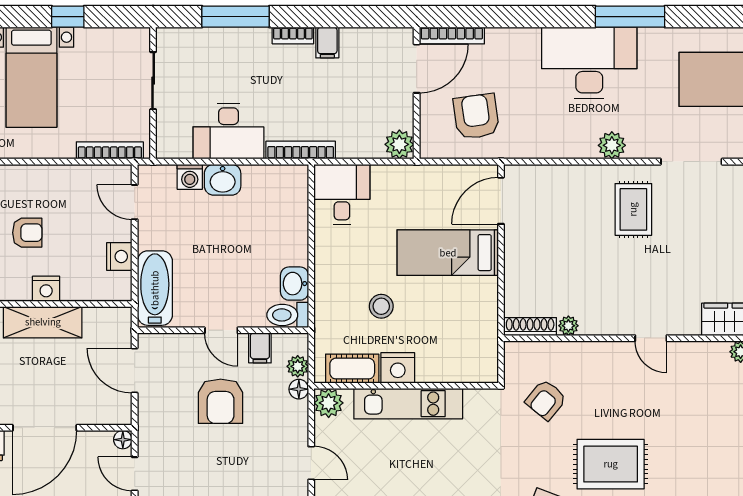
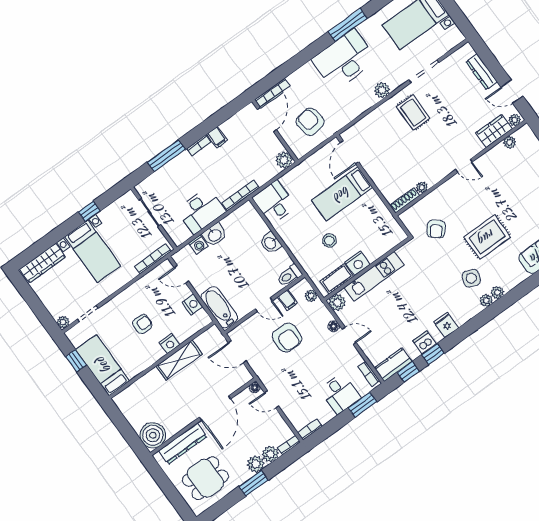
washbasin: (295, 284) -> (270, 243), moved
floor lamp: (299, 389) -> (334, 326), moved

